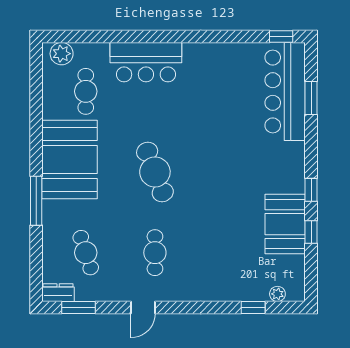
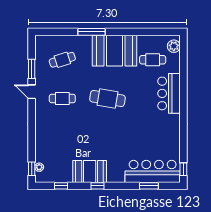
cafe table: (155, 172) -> (107, 98), turned 30
booth: (285, 224) -> (90, 171), moved
window: (311, 232) -> (61, 186), moved
dresser: (58, 293) -> (40, 44), removed
window: (79, 308) -> (32, 69), moved
window: (253, 308) -> (32, 169), moved

